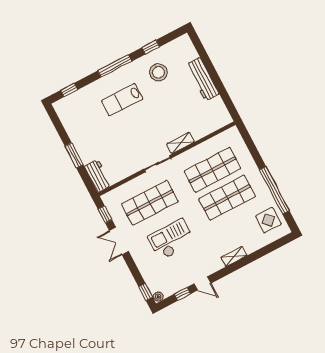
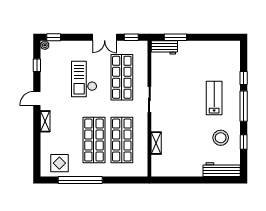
workbench: (203, 79) -> (222, 170), moved
window: (69, 90) -> (244, 78), moved
shelving: (181, 143) -> (156, 143), moved
window: (74, 155) -> (175, 37), moved
checkout: (171, 240) -> (84, 79), turned 180
double door: (119, 241) -> (105, 37), swing flipped
door: (202, 283) -> (37, 98), moved

